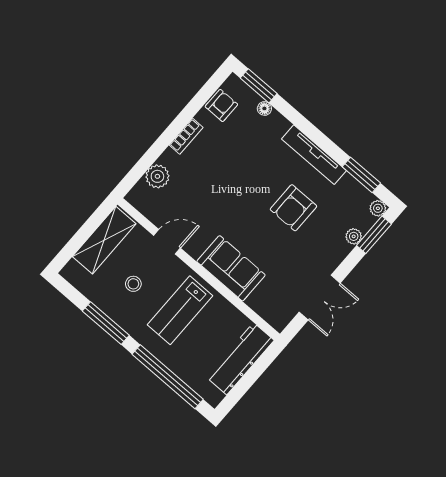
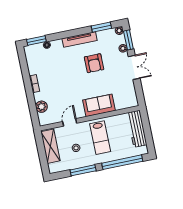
armchair: (221, 105) -> (33, 61), removed
double door: (320, 298) -> (134, 67), moved

